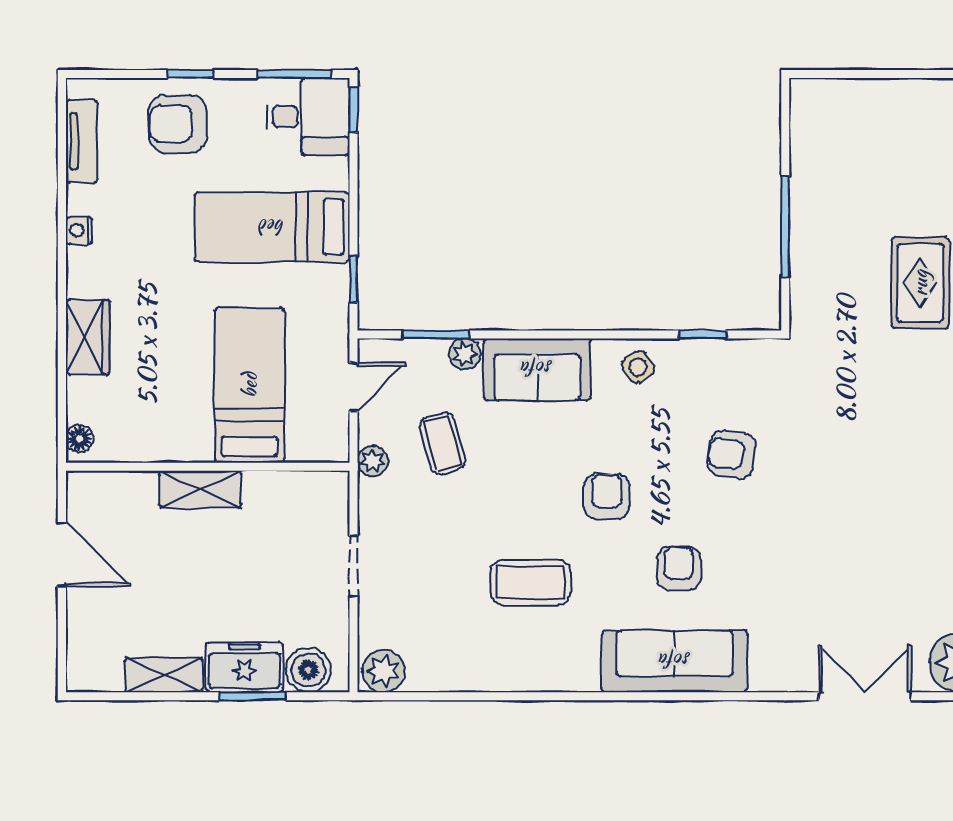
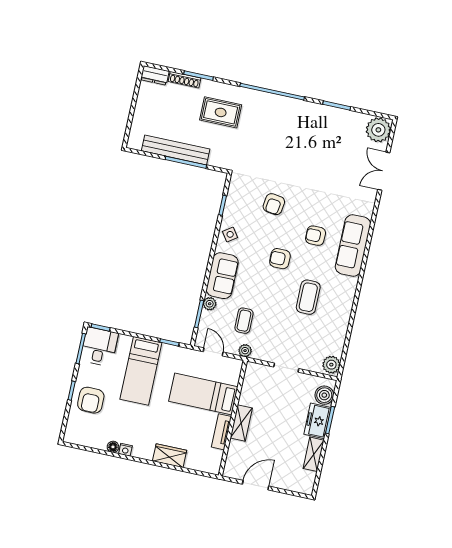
tv unit: (82, 141) -> (221, 432), moved, turned -90
bench: (809, 196) -> (176, 150), added
floor lamp: (79, 439) -> (113, 447), moved
coffee table: (443, 443) -> (244, 321), turned -74

